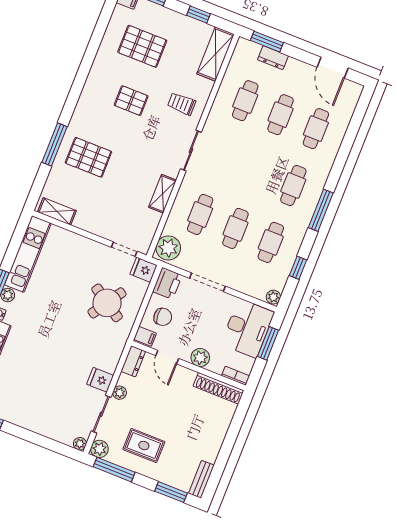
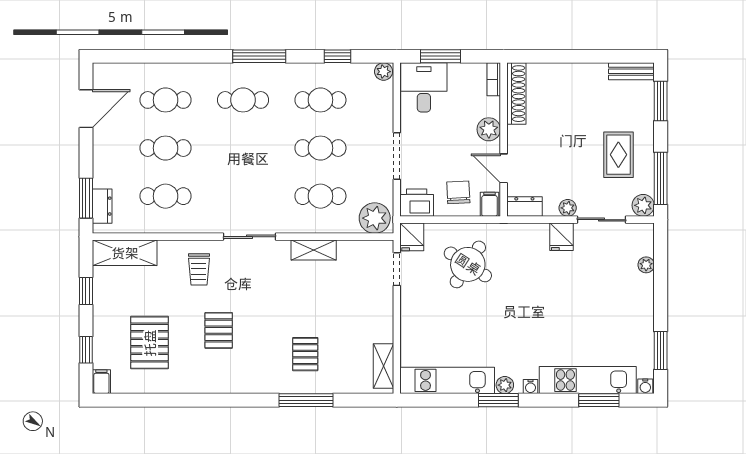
dresser: (273, 58) -> (102, 206), moved
pallet: (88, 157) -> (305, 354), width x0.67, depth x0.71
desk: (247, 328) -> (424, 87), width x0.73
door: (167, 357) -> (504, 168), swing flipped
plant: (80, 444) -> (646, 265), moved

